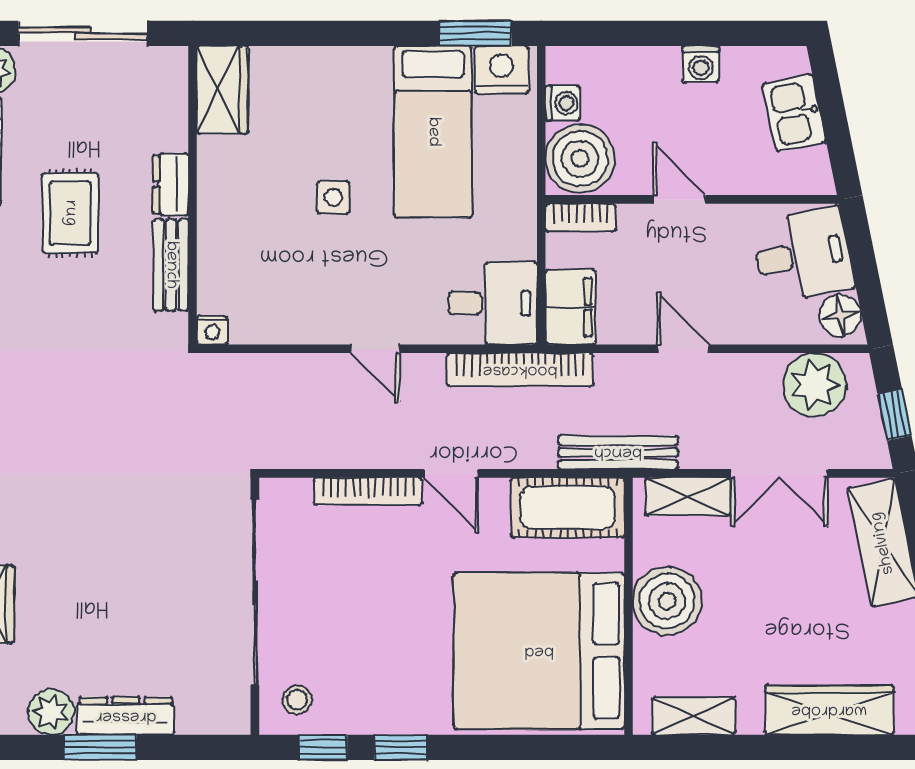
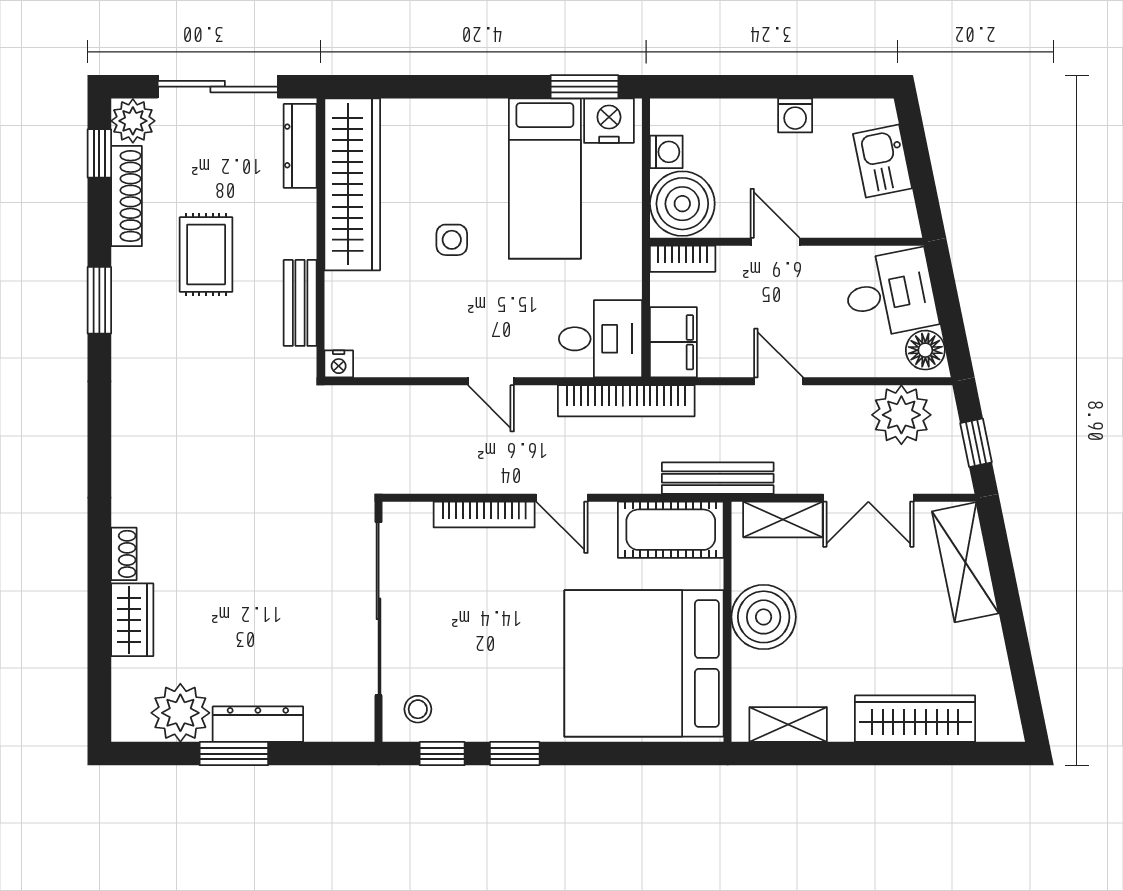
wardrobe: (222, 90) -> (352, 184), width x2.10, depth x1.17
dresser: (171, 184) -> (300, 146), moved, width x1.44
plant: (51, 712) -> (180, 713), width x1.36, depth x1.36

